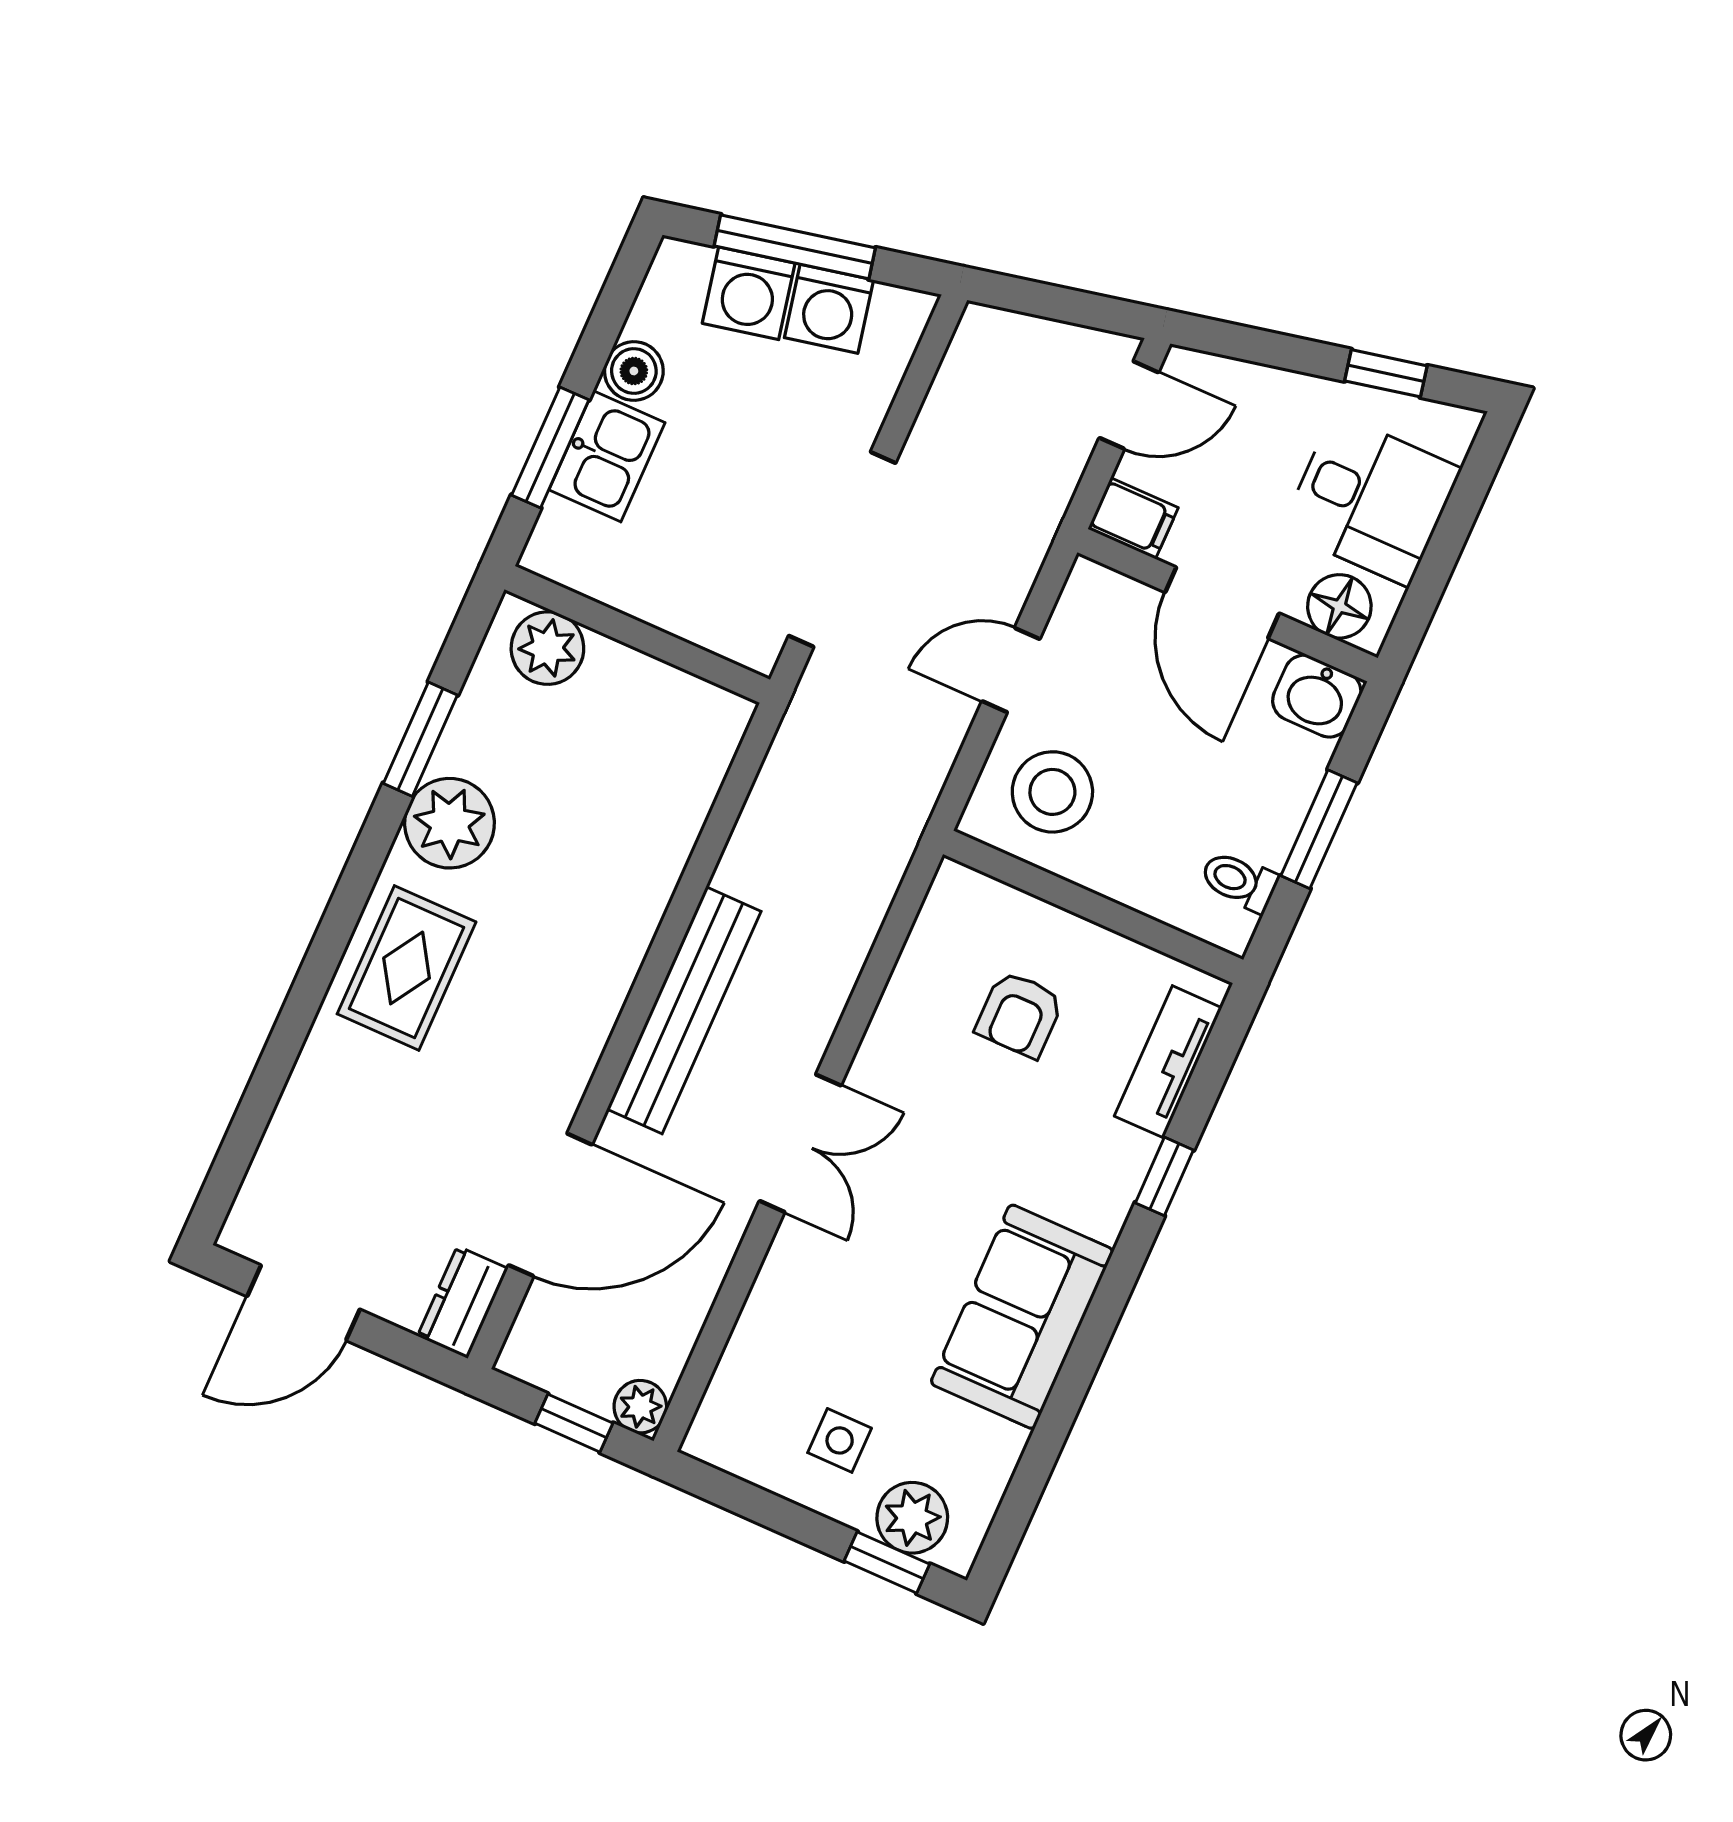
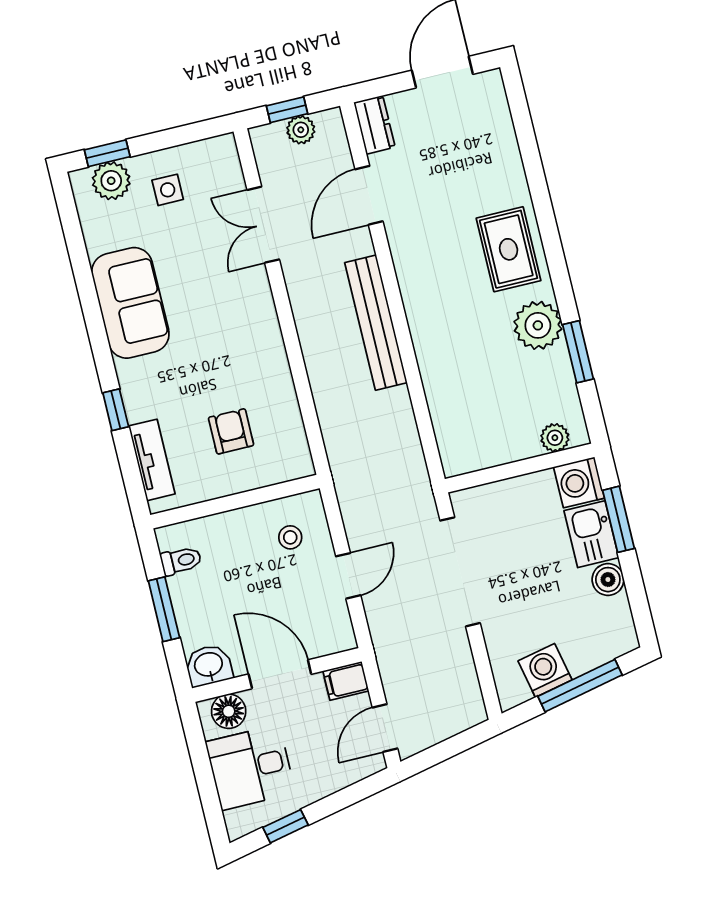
washing machine: (749, 293) -> (579, 482), moved, turned -78
plant: (547, 648) -> (555, 438), width x0.73, depth x0.73
stool: (1052, 792) -> (290, 537), width x0.53, depth x0.53
double door: (800, 1143) -> (263, 225), moved
door: (550, 1205) -> (369, 195), width x0.73
plant: (640, 1407) -> (301, 130), moved

